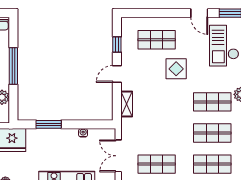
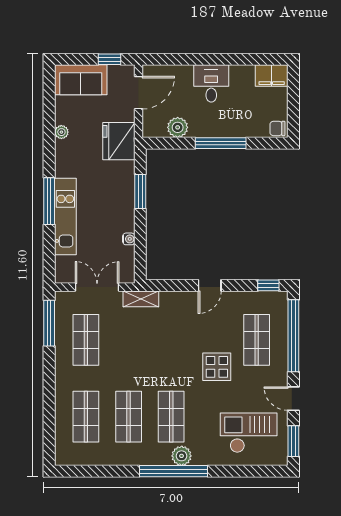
window: (154, 13) -> (293, 336), added
door: (199, 13) -> (293, 399), hinge flipped
window: (117, 44) -> (268, 285), moved
door: (117, 74) -> (210, 285), swing flipped
shelving: (127, 104) -> (141, 299), moved

